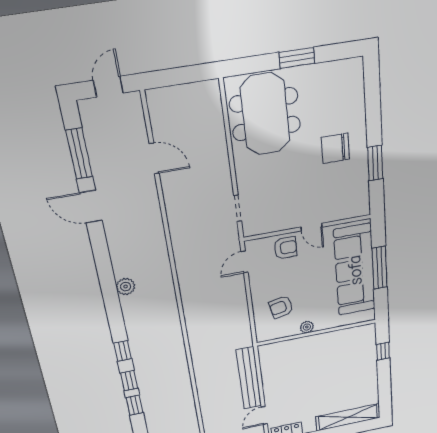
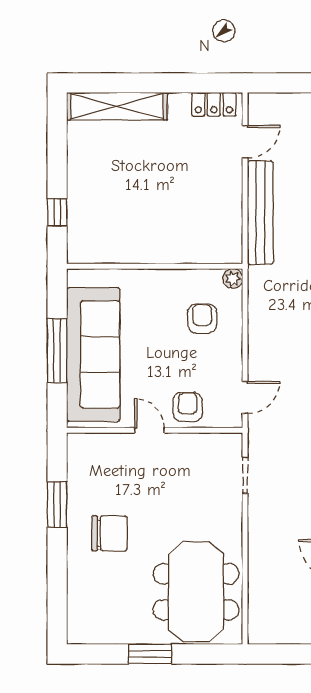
armchair: (285, 248) -> (188, 407), turned 90
armchair: (281, 307) -> (202, 319), turned -78
plant: (307, 327) -> (233, 278), moved

